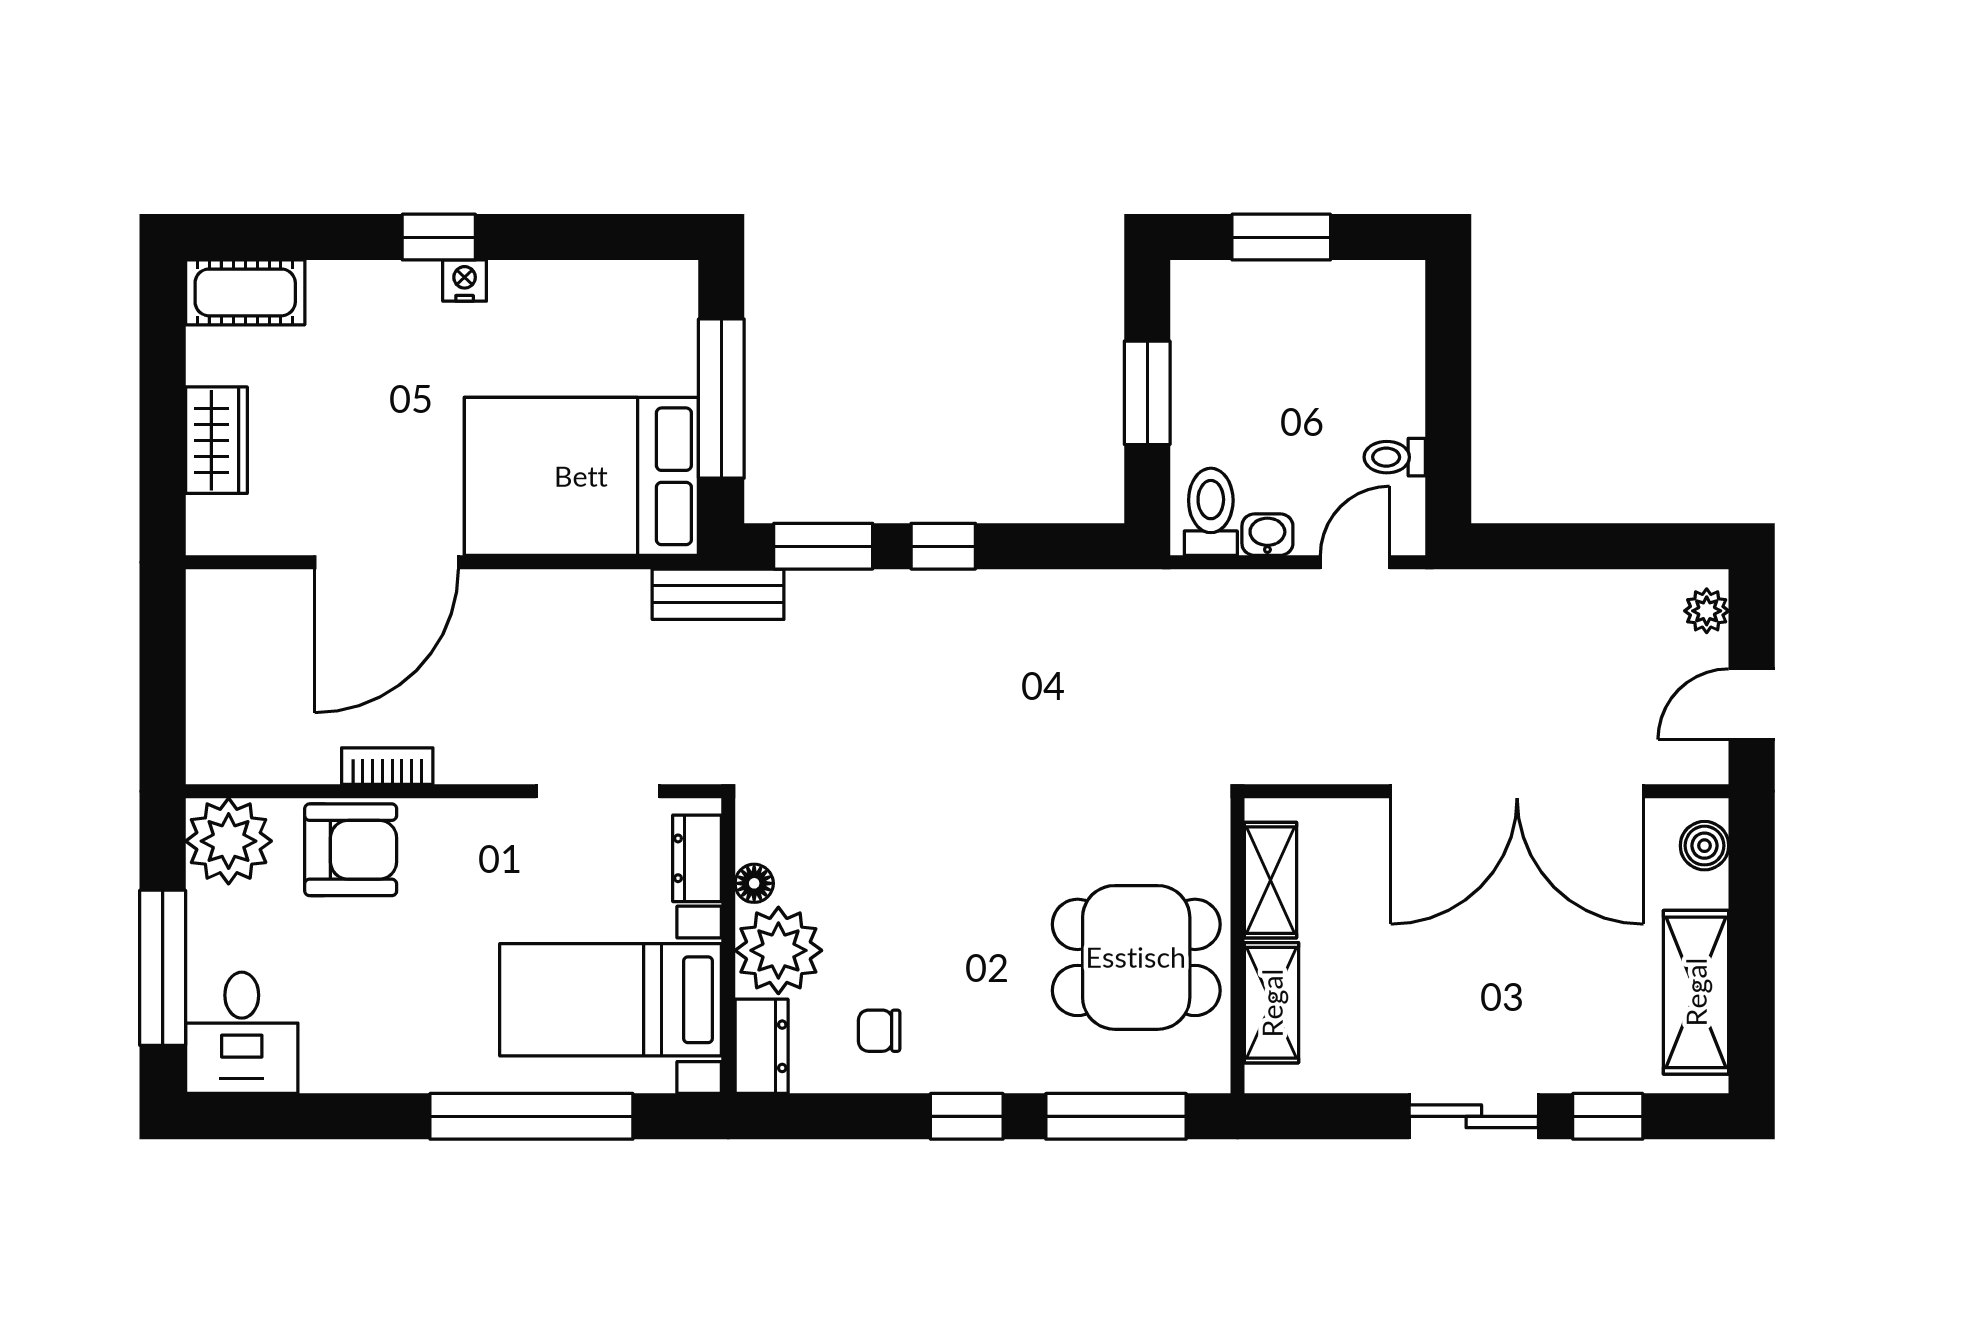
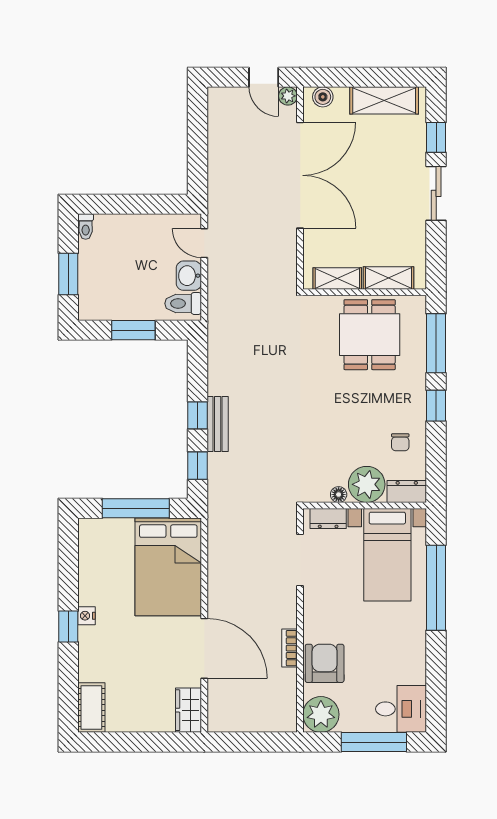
wardrobe: (216, 440) -> (188, 710), moved, turned -90
toilet: (1395, 457) -> (86, 227), moved
washbasin: (1267, 535) -> (189, 276), width x1.38, depth x1.45
window: (823, 546) -> (198, 466), width x0.67
bench: (718, 594) -> (218, 424), moved
plant: (1707, 611) -> (288, 96), moved

